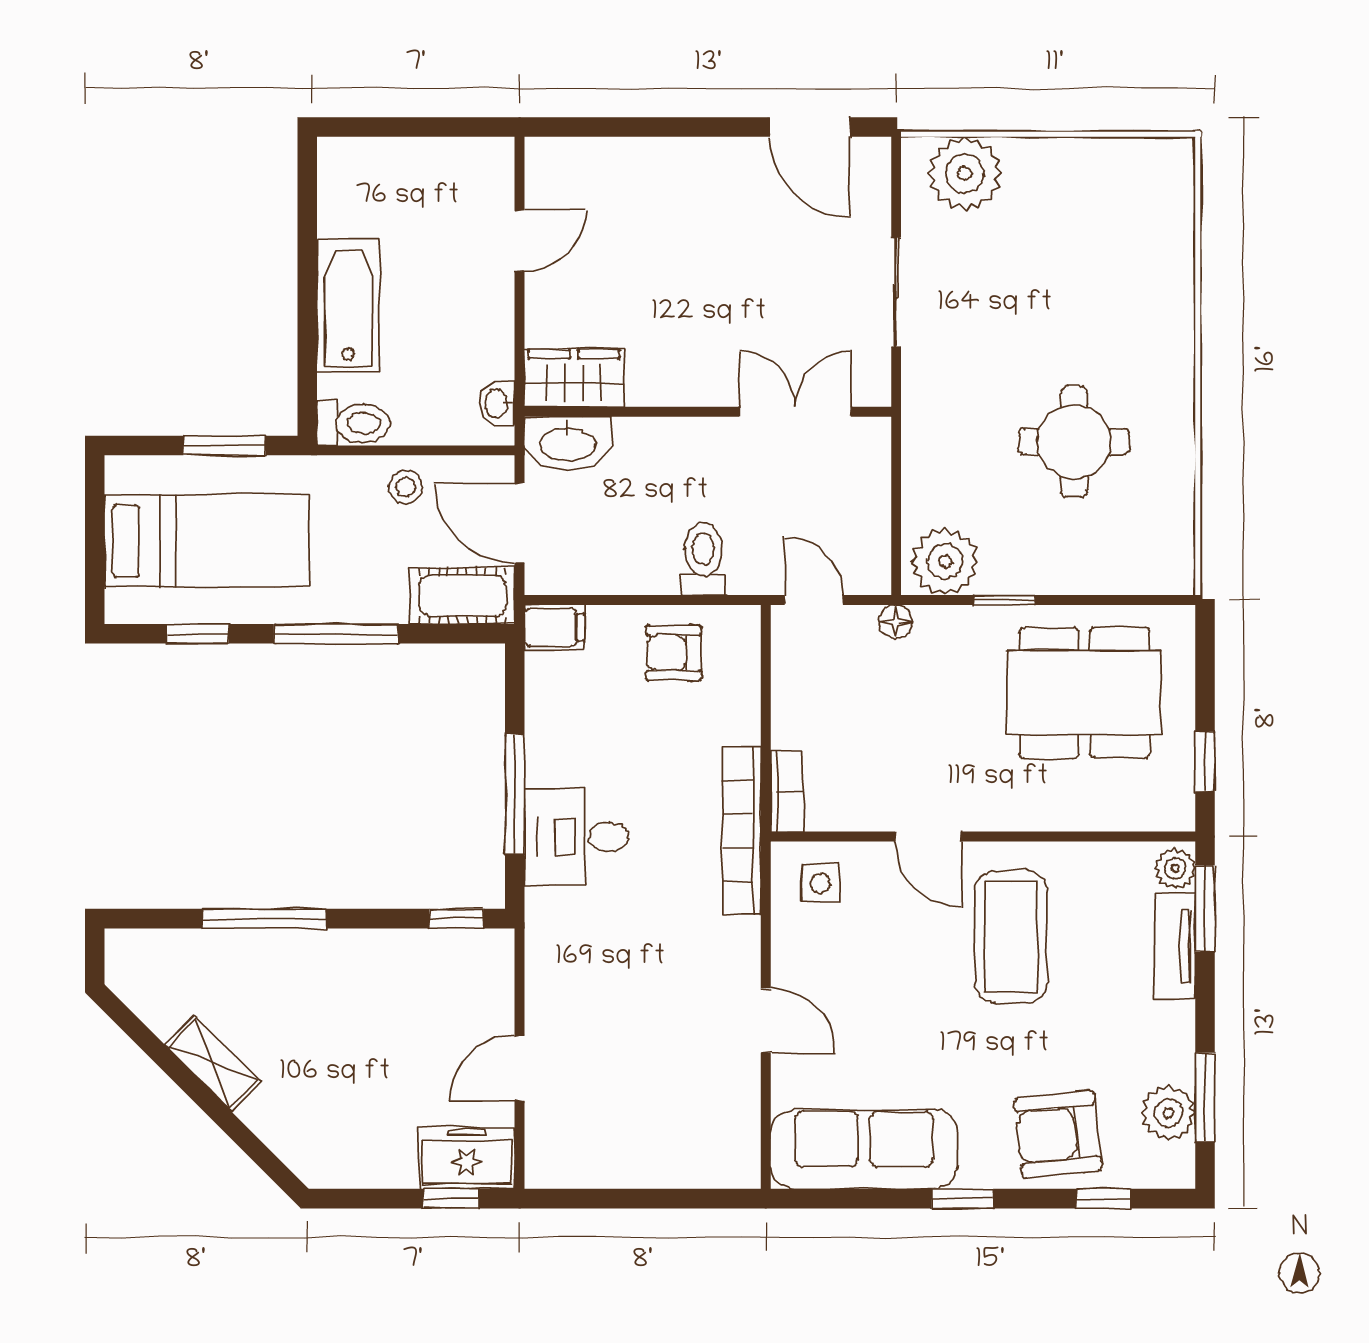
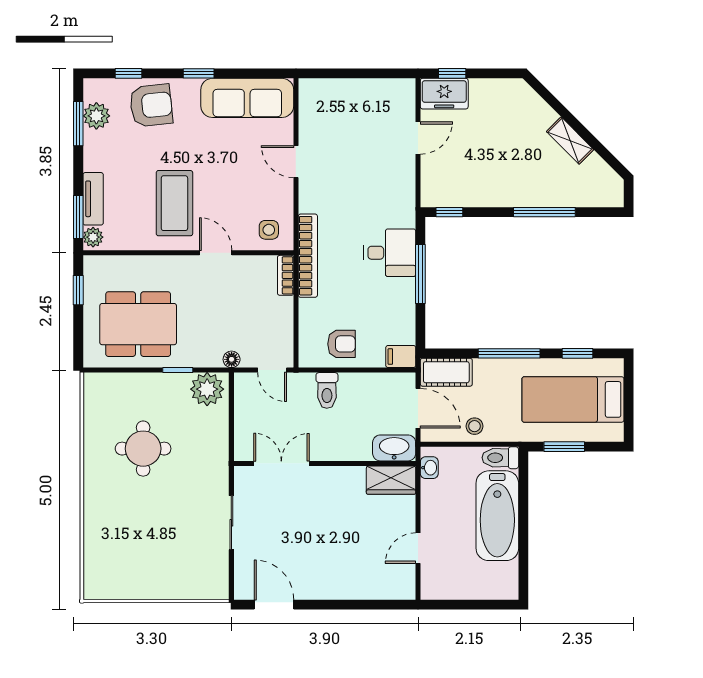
plant: (965, 173) -> (197, 582), removed
bathtub: (348, 306) -> (497, 516), width x1.36, depth x1.36
double door: (795, 412) -> (281, 463), swing flipped

